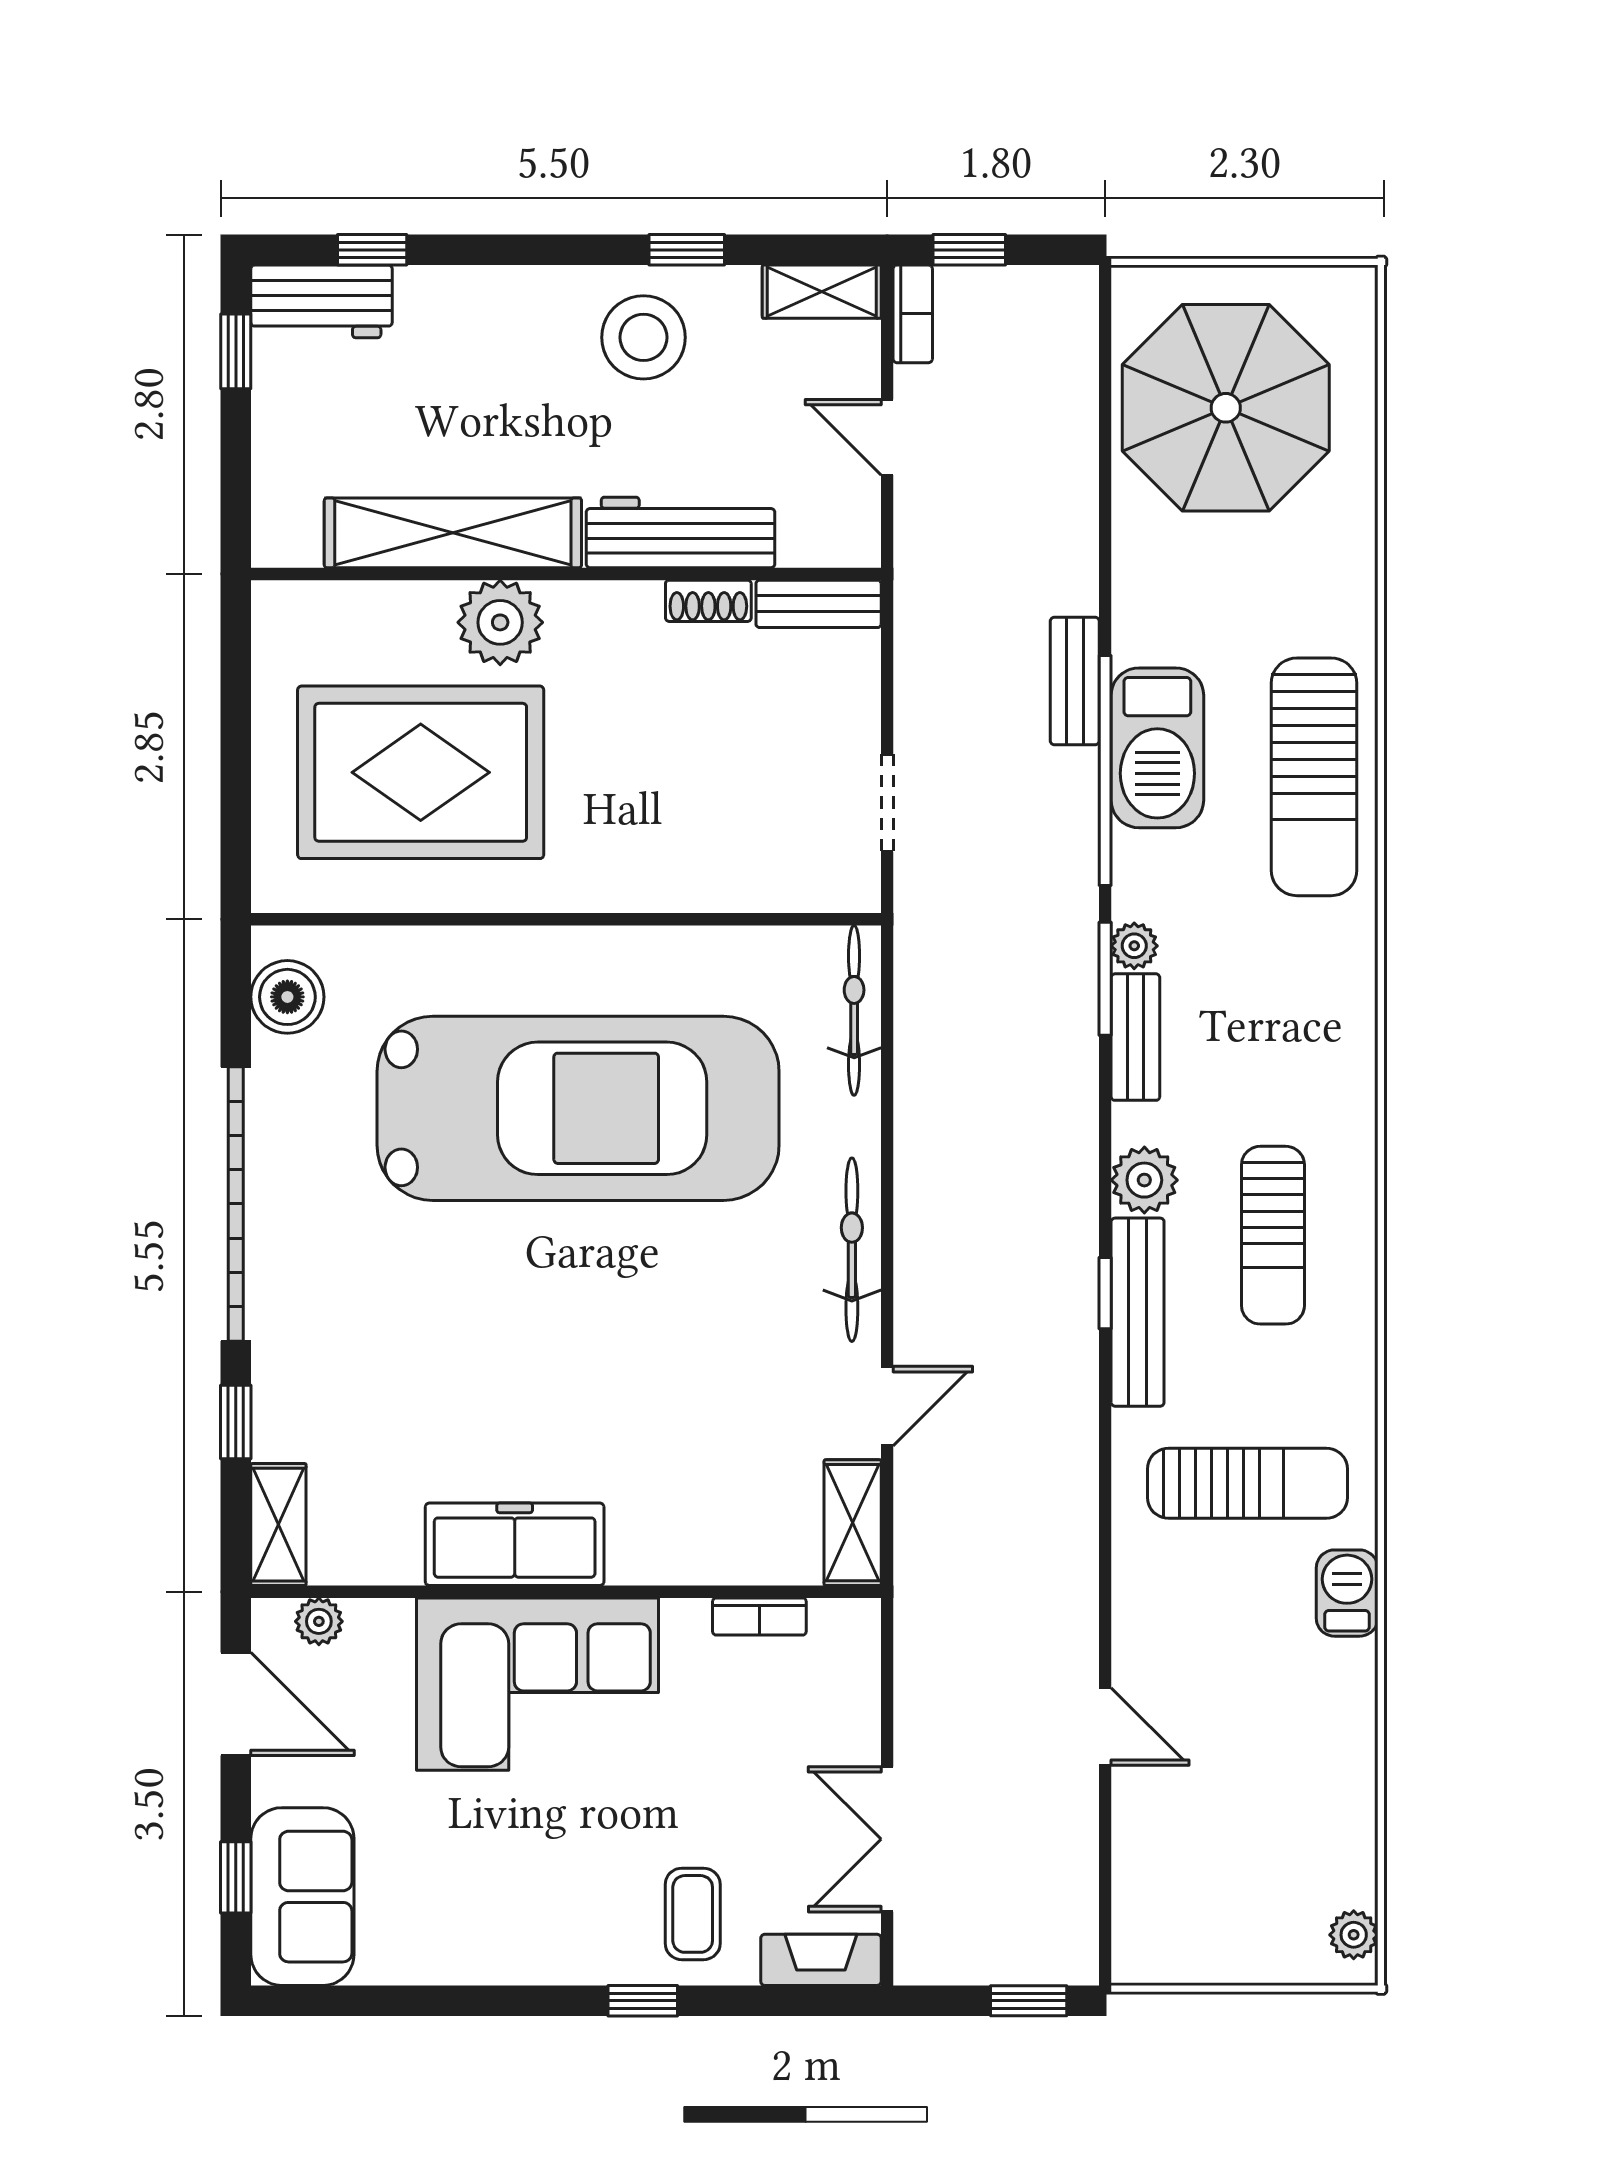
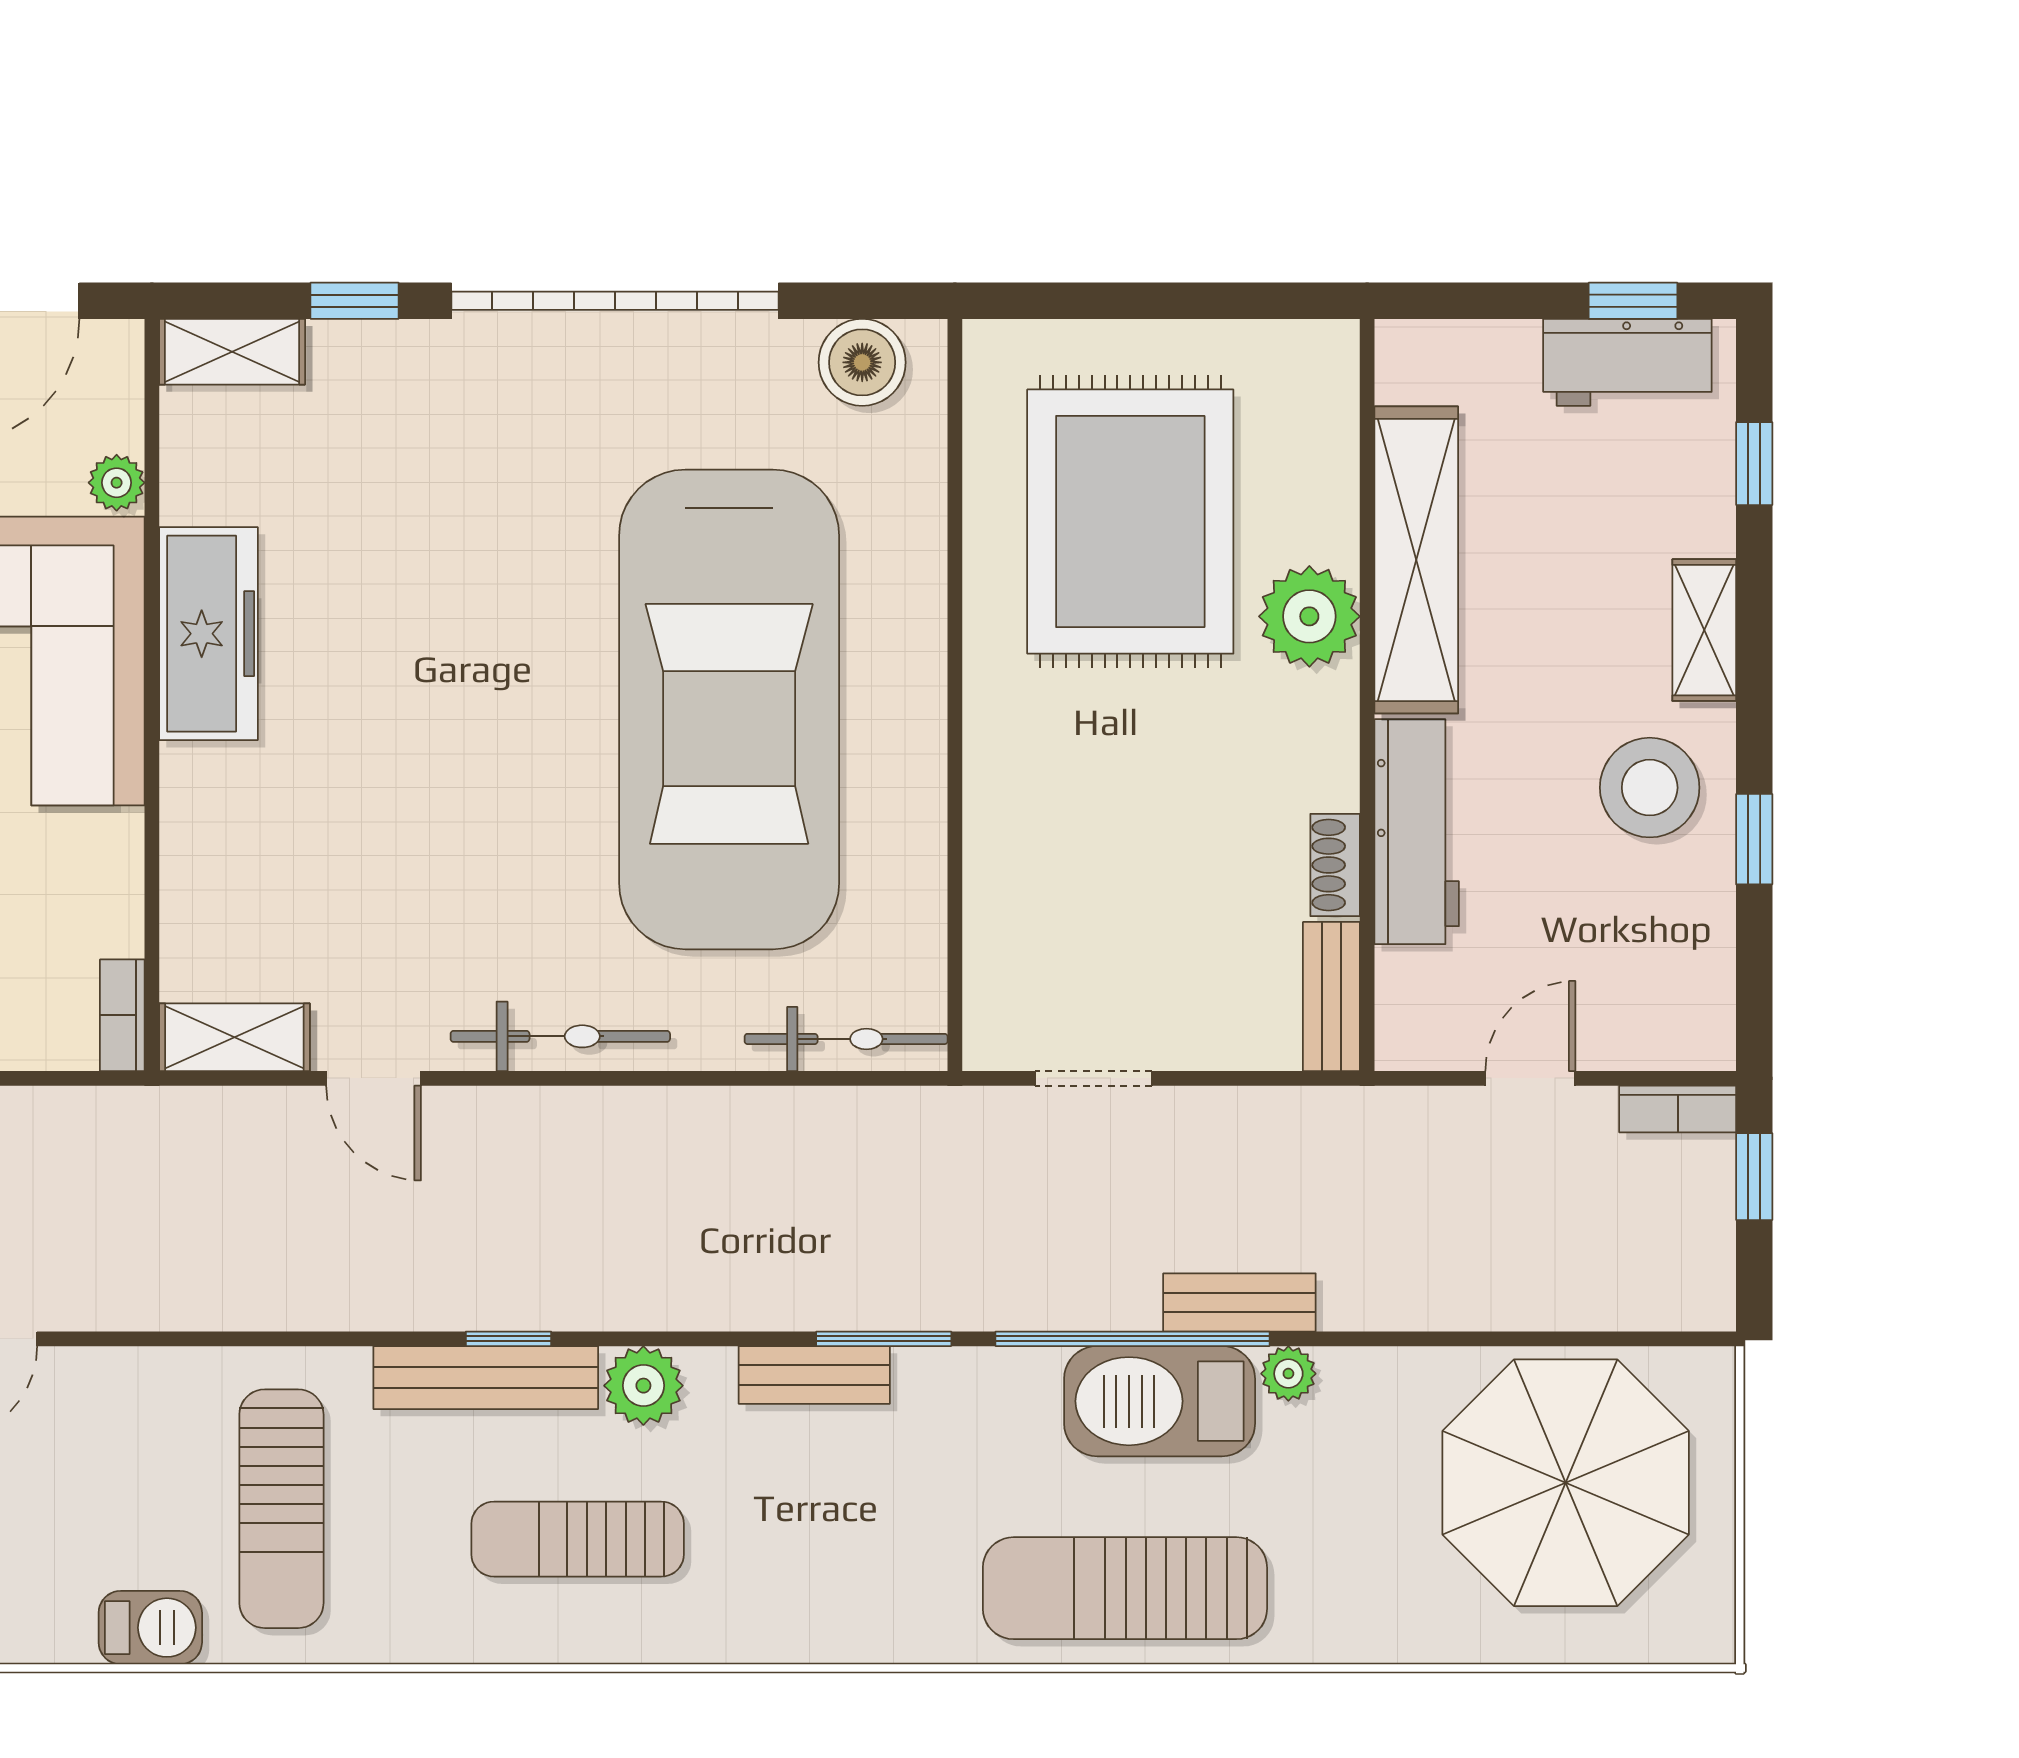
shelving: (822, 292) -> (1704, 630), moved
workbench: (322, 301) -> (1627, 362), moved, turned -90
plant: (1134, 946) -> (1288, 1374), moved
bookcase: (759, 1617) -> (122, 1015), moved
plant: (319, 1621) -> (117, 483), moved

